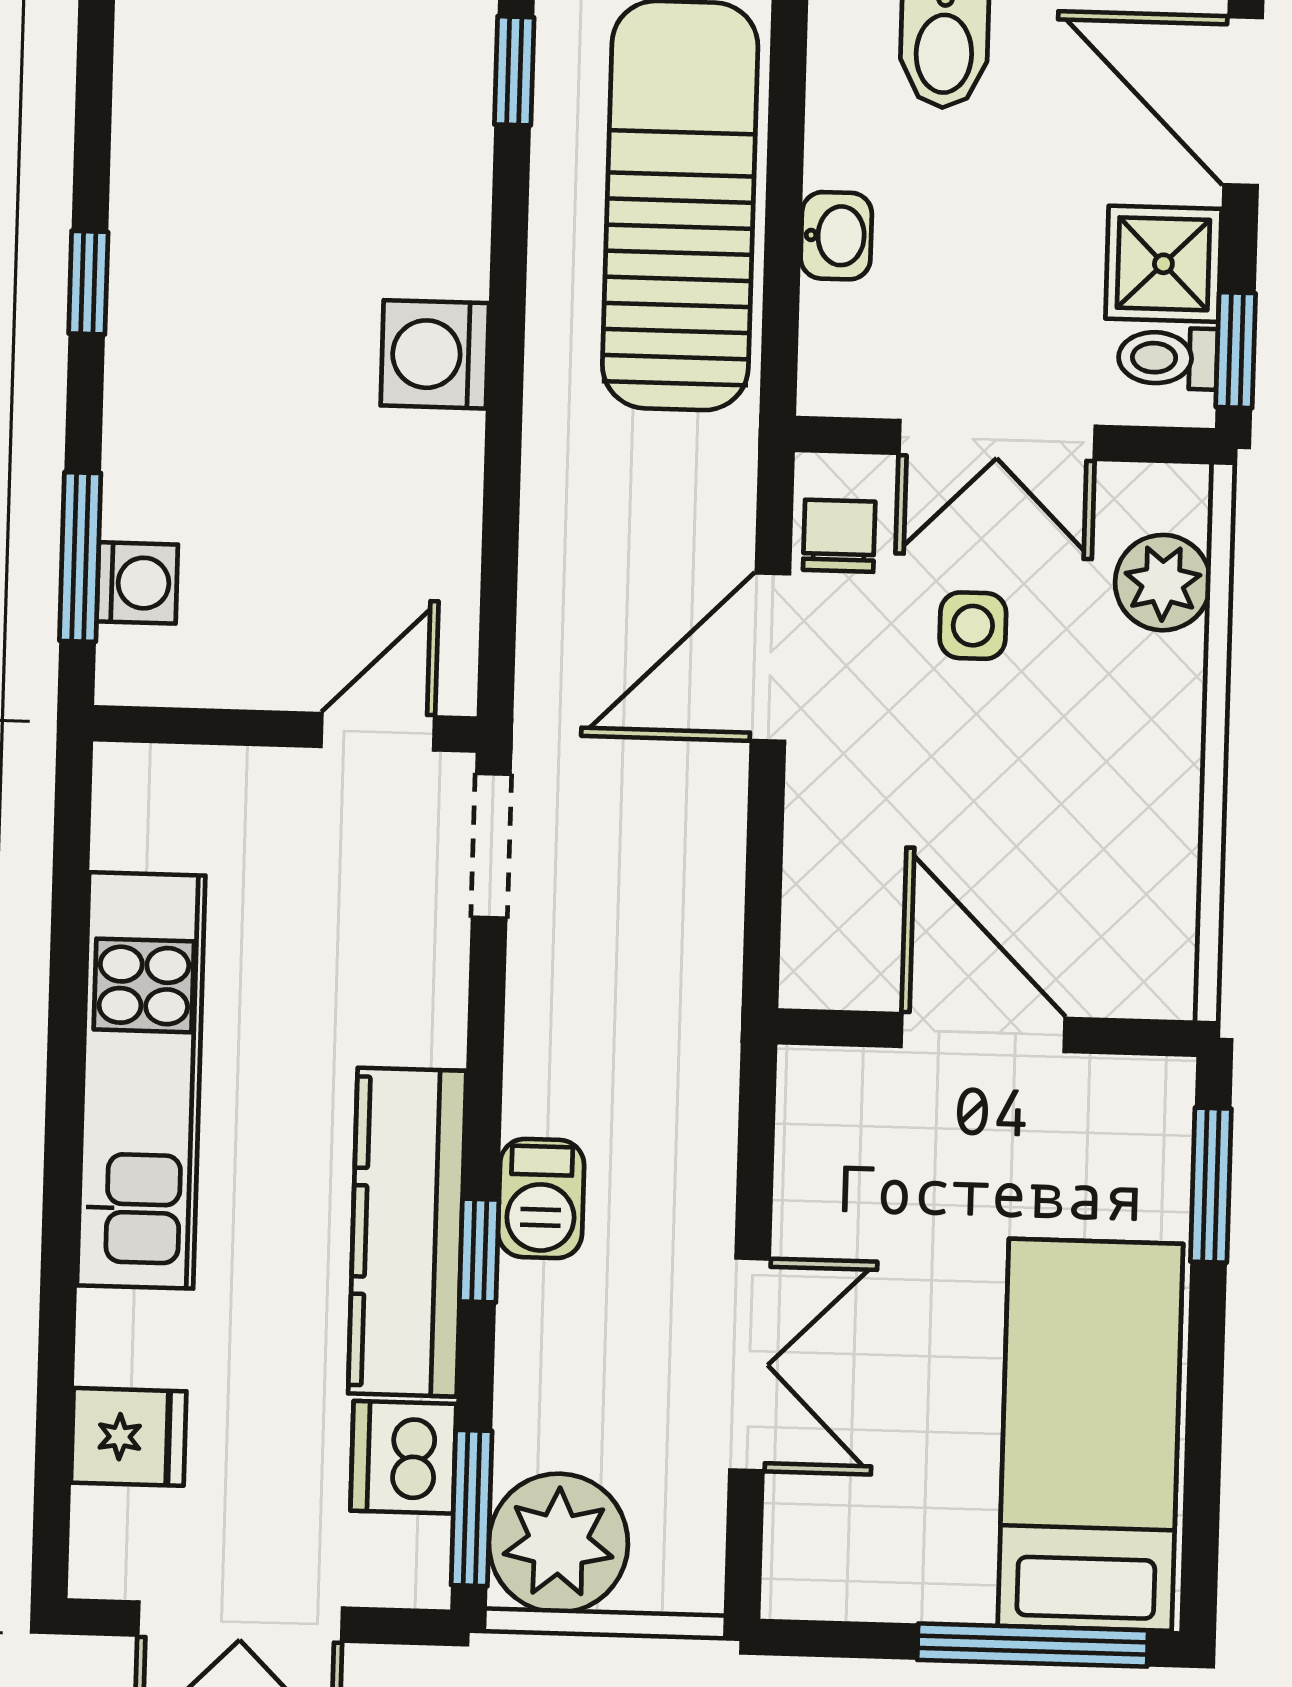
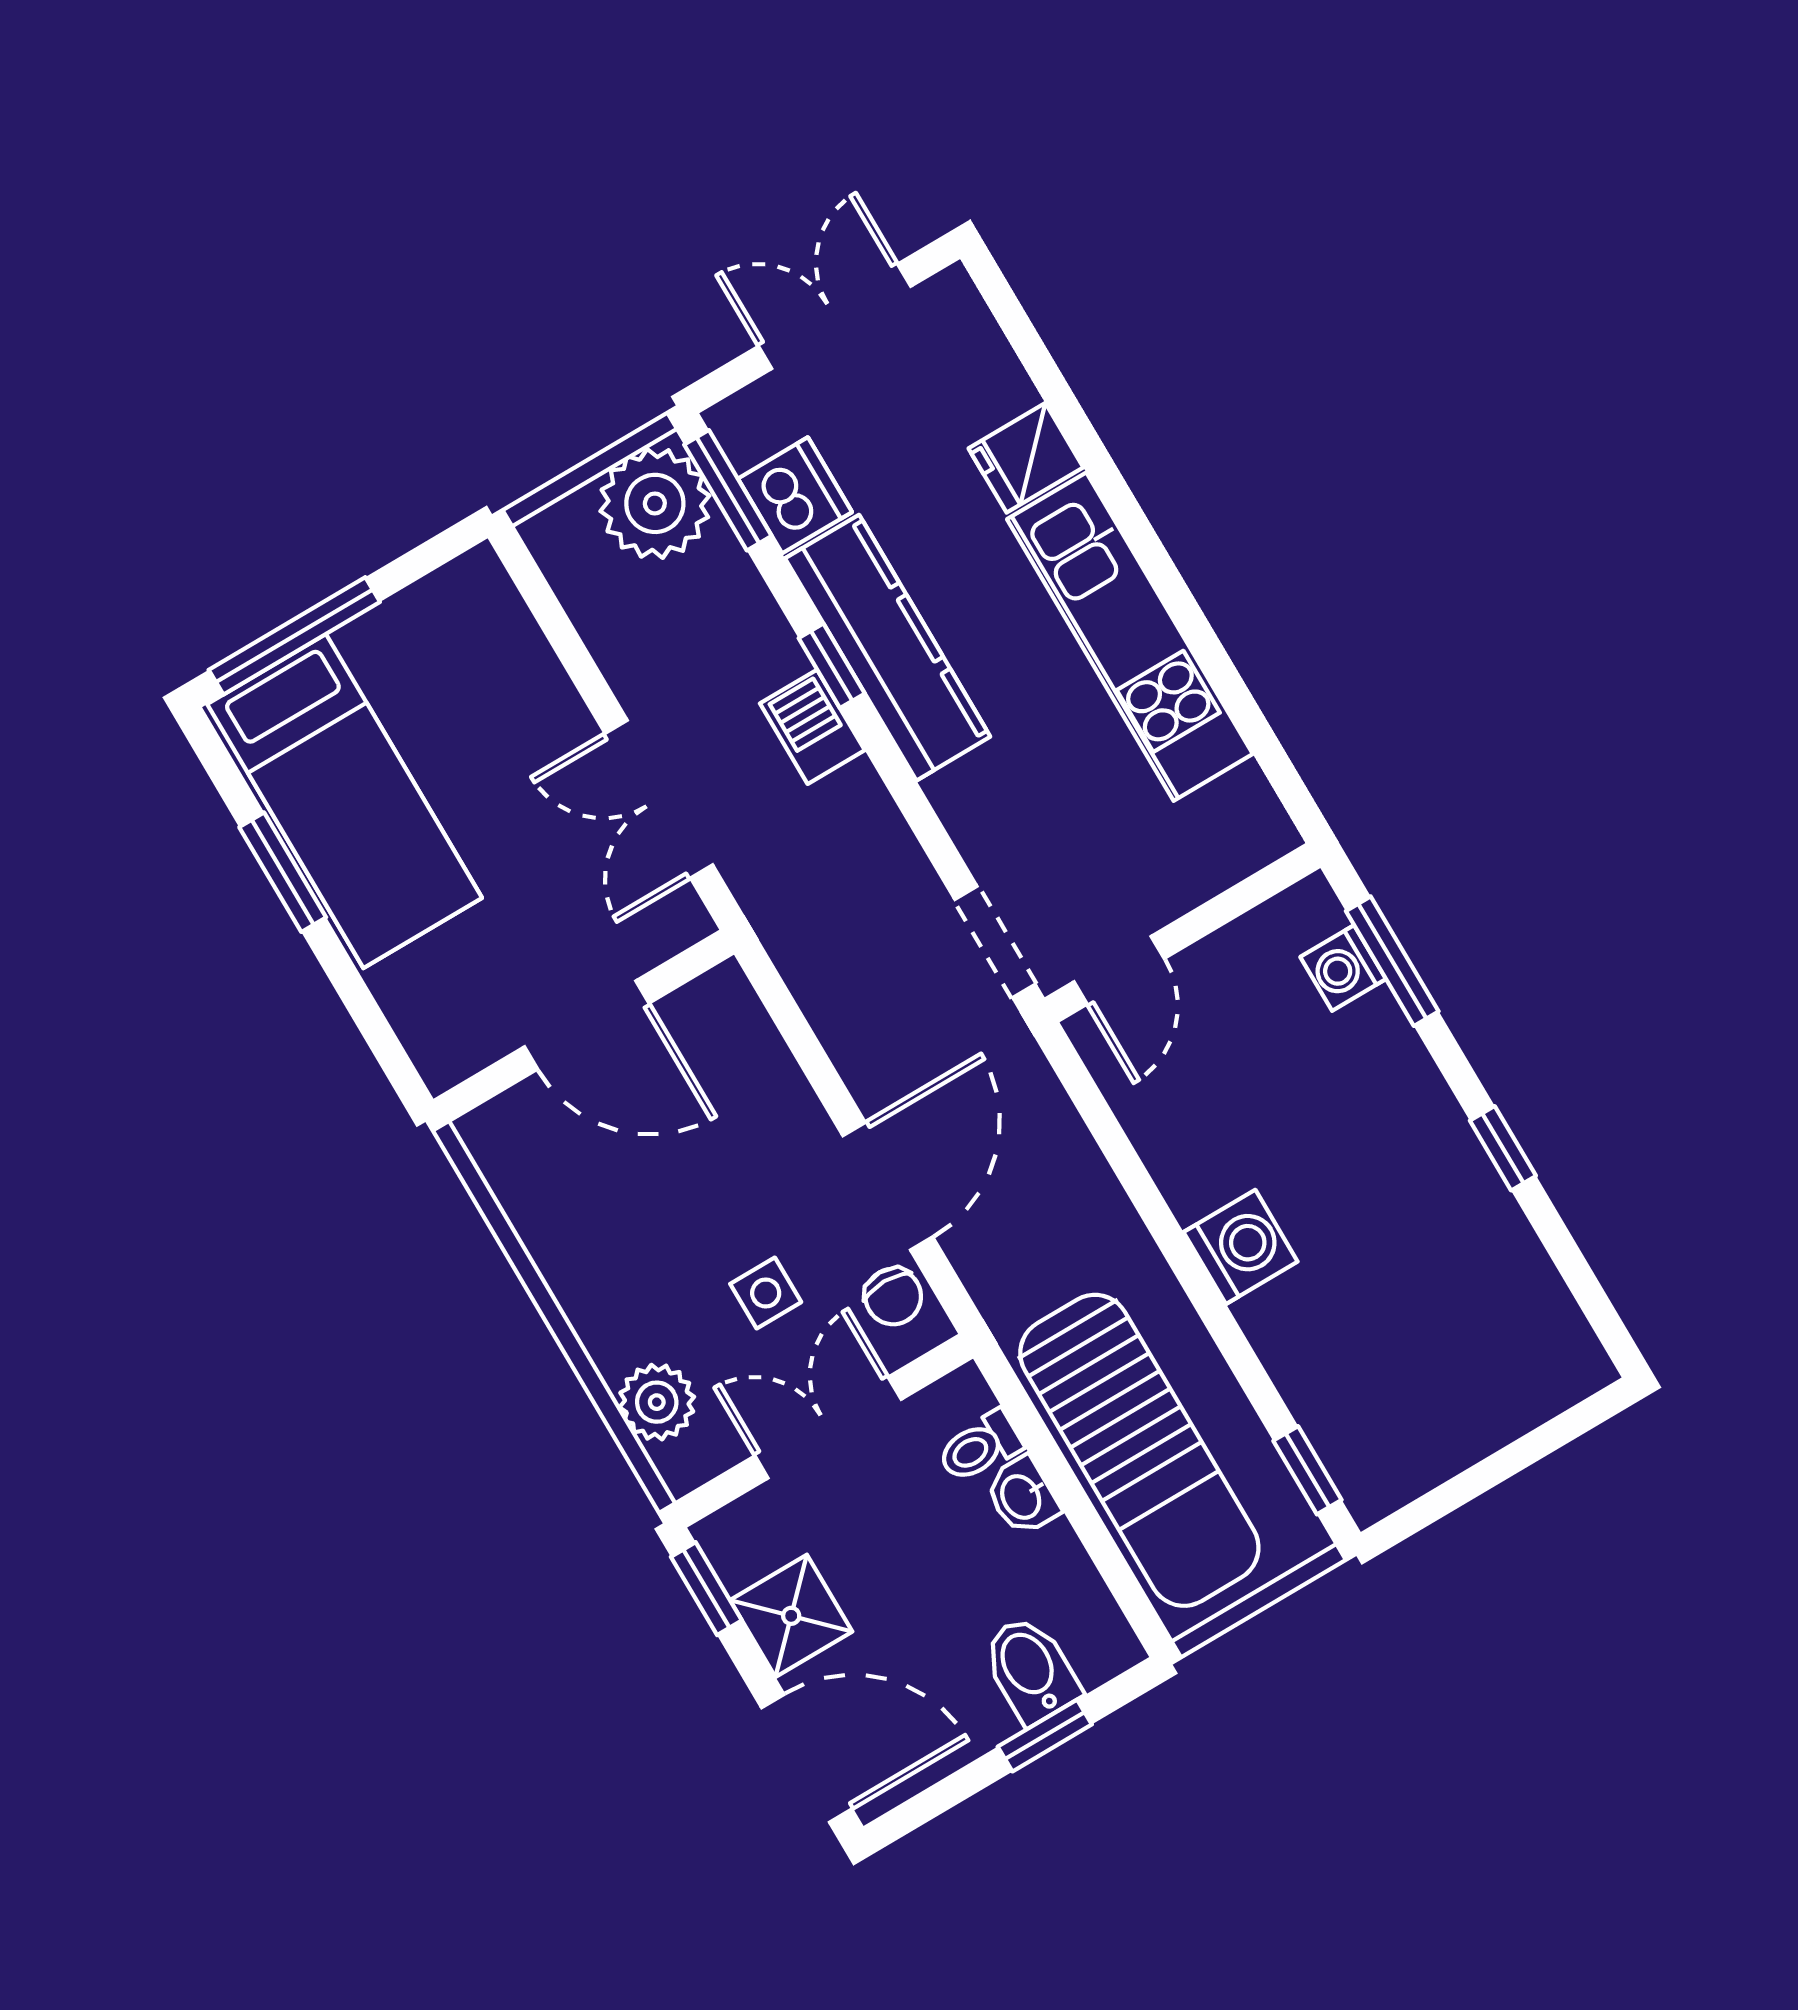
toilet: (1168, 358) -> (980, 1447), moved, turned 180
window: (1211, 1185) -> (283, 872), moved
double door: (749, 1364) -> (659, 799), moved
fridge: (129, 1437) -> (1026, 458), moved

